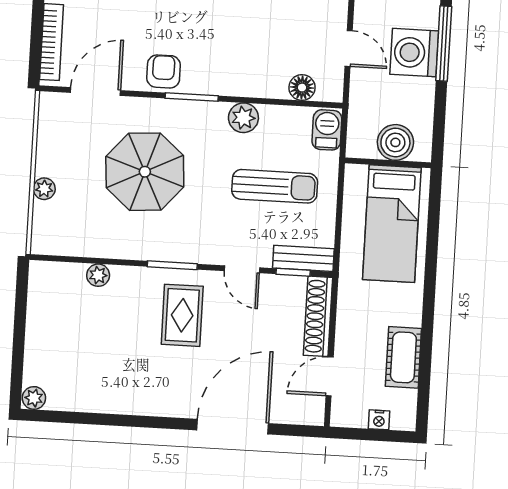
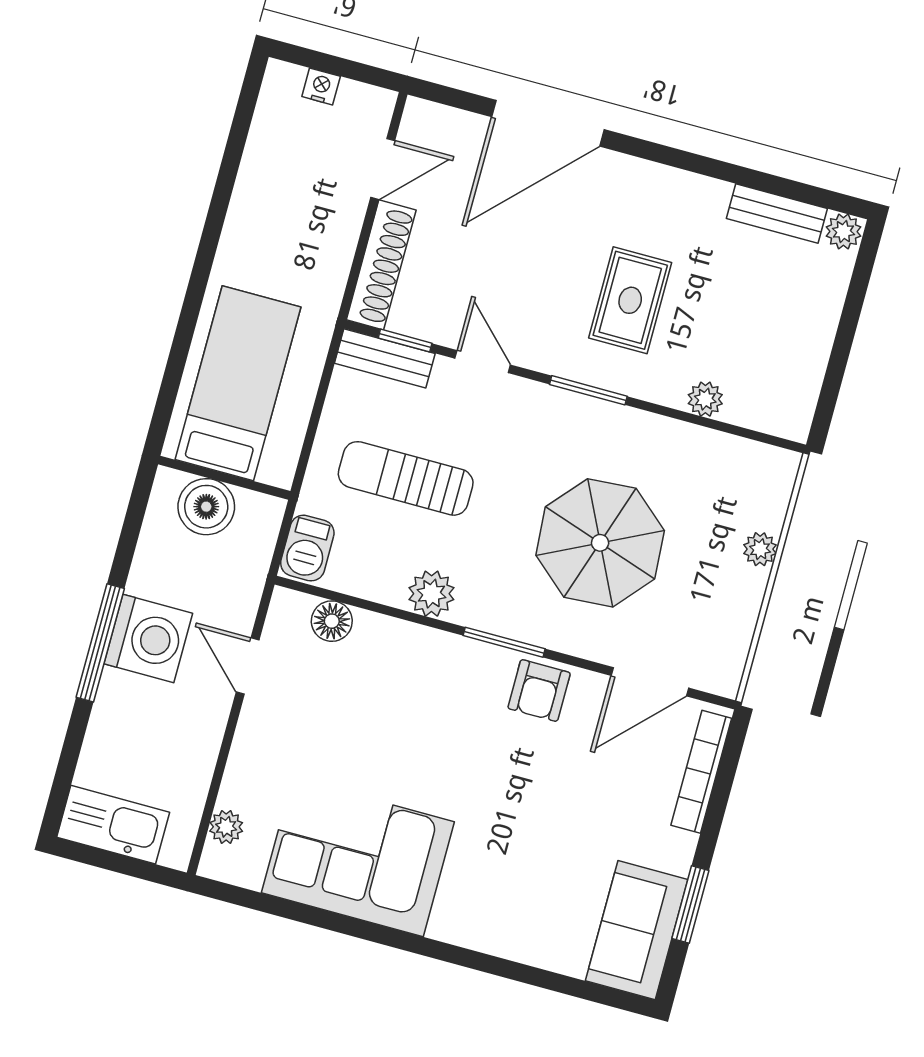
rug: (182, 315) -> (630, 300), moved
cot: (403, 357) -> (263, 174), removed
bench: (78, 400) -> (777, 214), added

